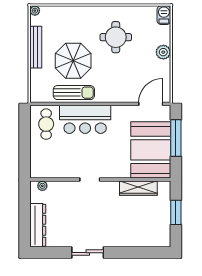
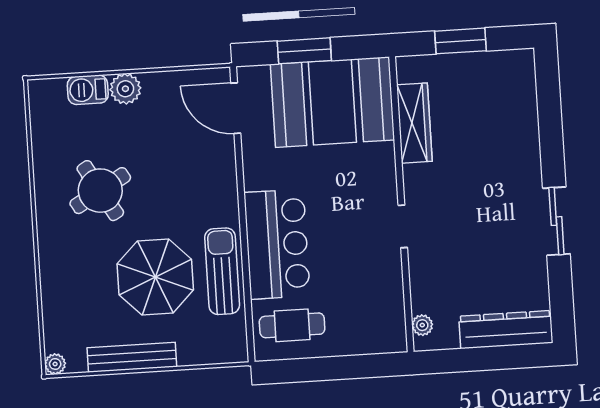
barbecue: (164, 15) -> (88, 90), moved
round table: (116, 37) -> (100, 191), turned -30
window: (176, 138) -> (304, 51), width x0.69

